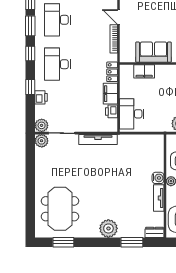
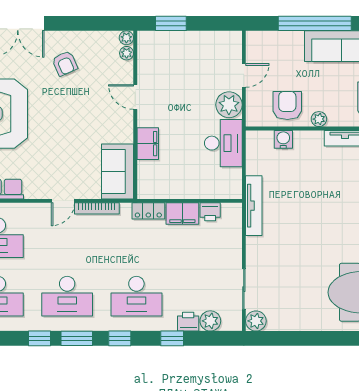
sofa: (153, 52) -> (118, 171), moved
filing cabinet: (144, 71) -> (148, 144), moved
desk: (132, 114) -> (223, 143), moved, turned -90
plant: (42, 125) -> (210, 321), moved
tv unit: (98, 139) -> (254, 206), moved
water cooler: (158, 178) -> (283, 139), moved

